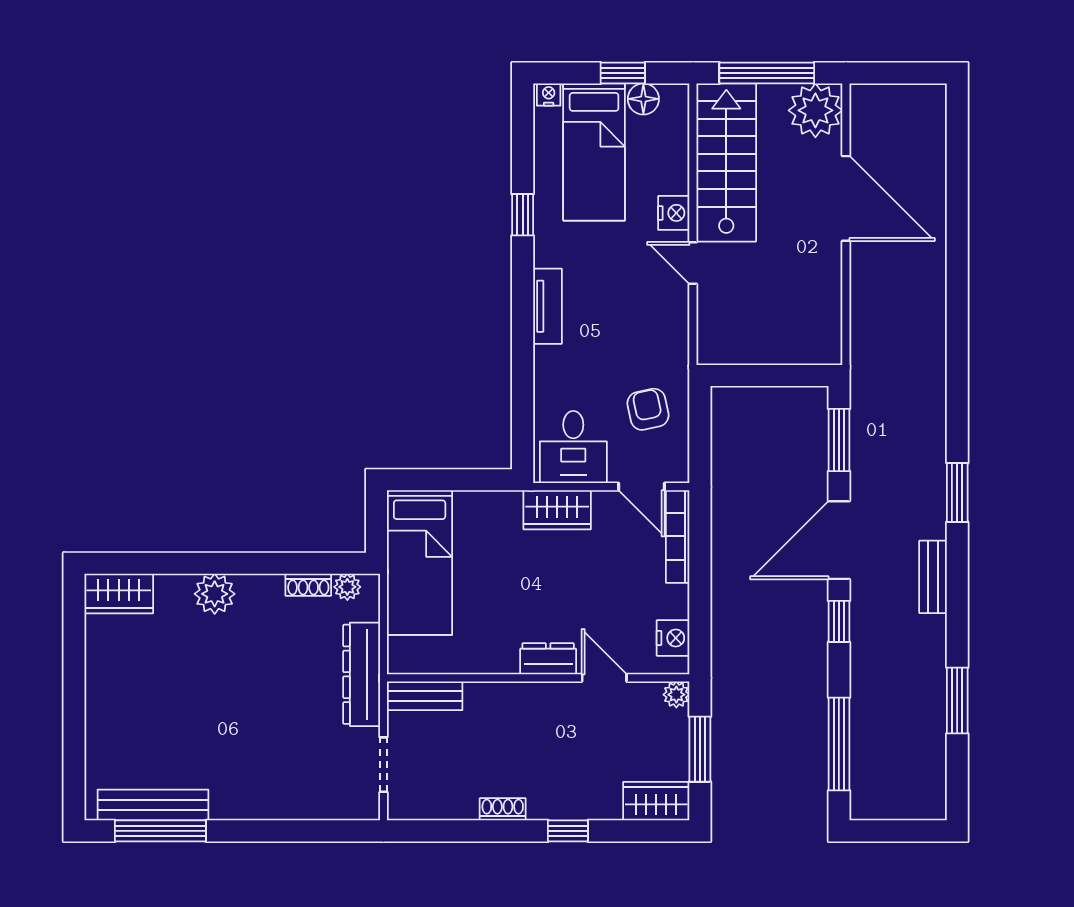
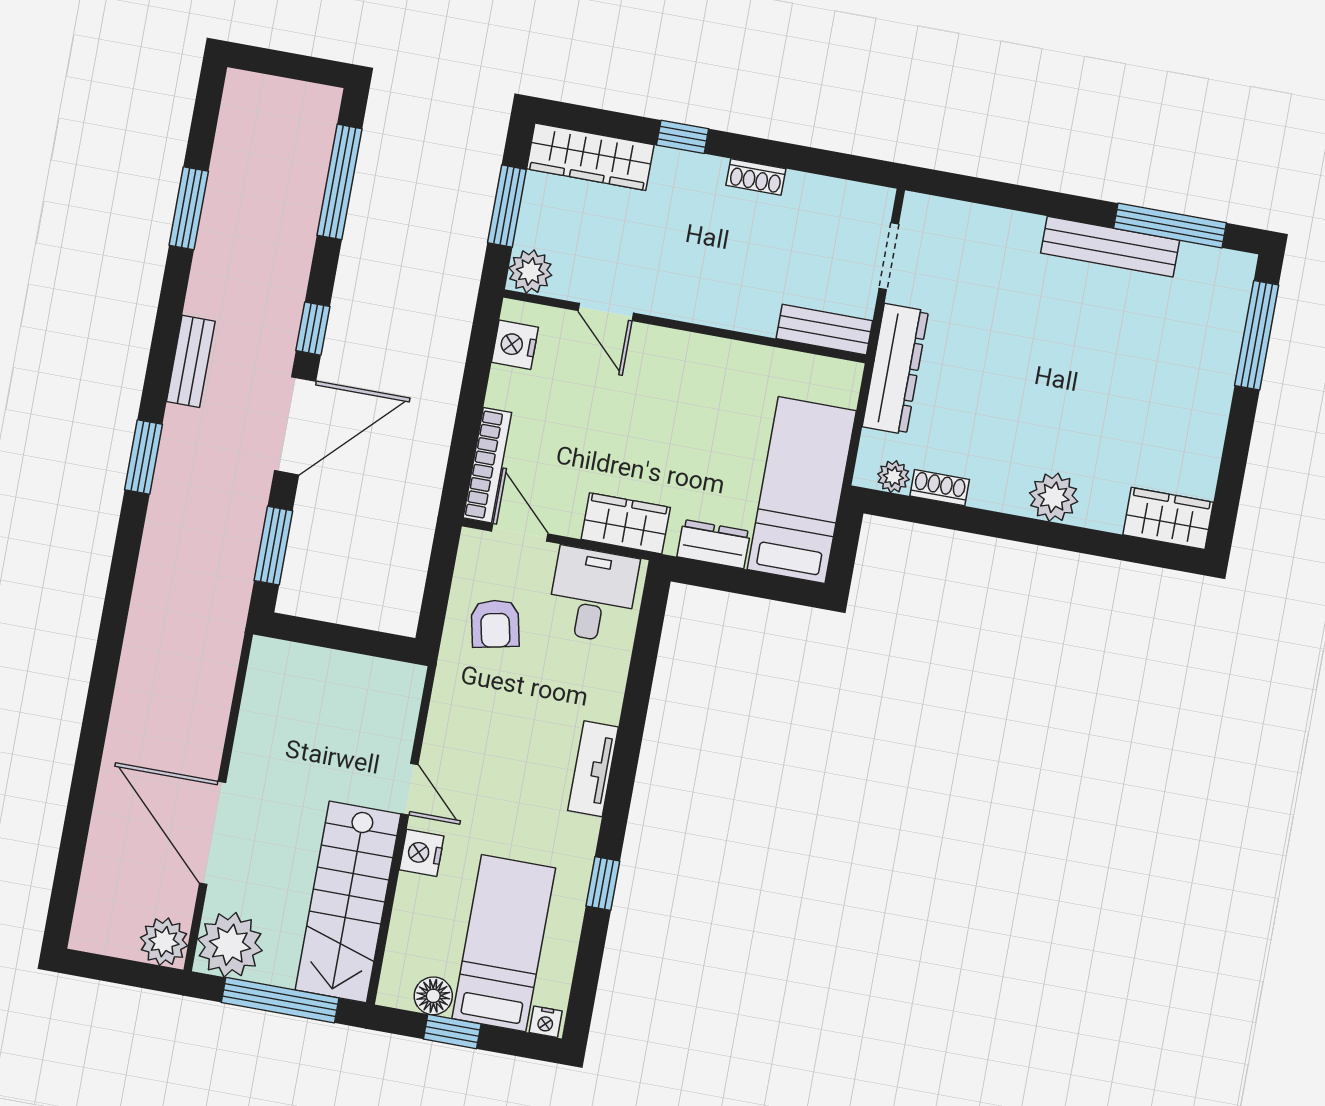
plant: (869, 103) -> (164, 942), added
dresser: (548, 659) -> (714, 544), moved, turned 180
plant: (676, 695) -> (530, 272), width x1.38, depth x1.38
window: (74, 755) -> (1257, 335), added
wardrobe: (656, 801) -> (590, 157), width x1.50
bench: (153, 805) -> (1110, 247), moved

